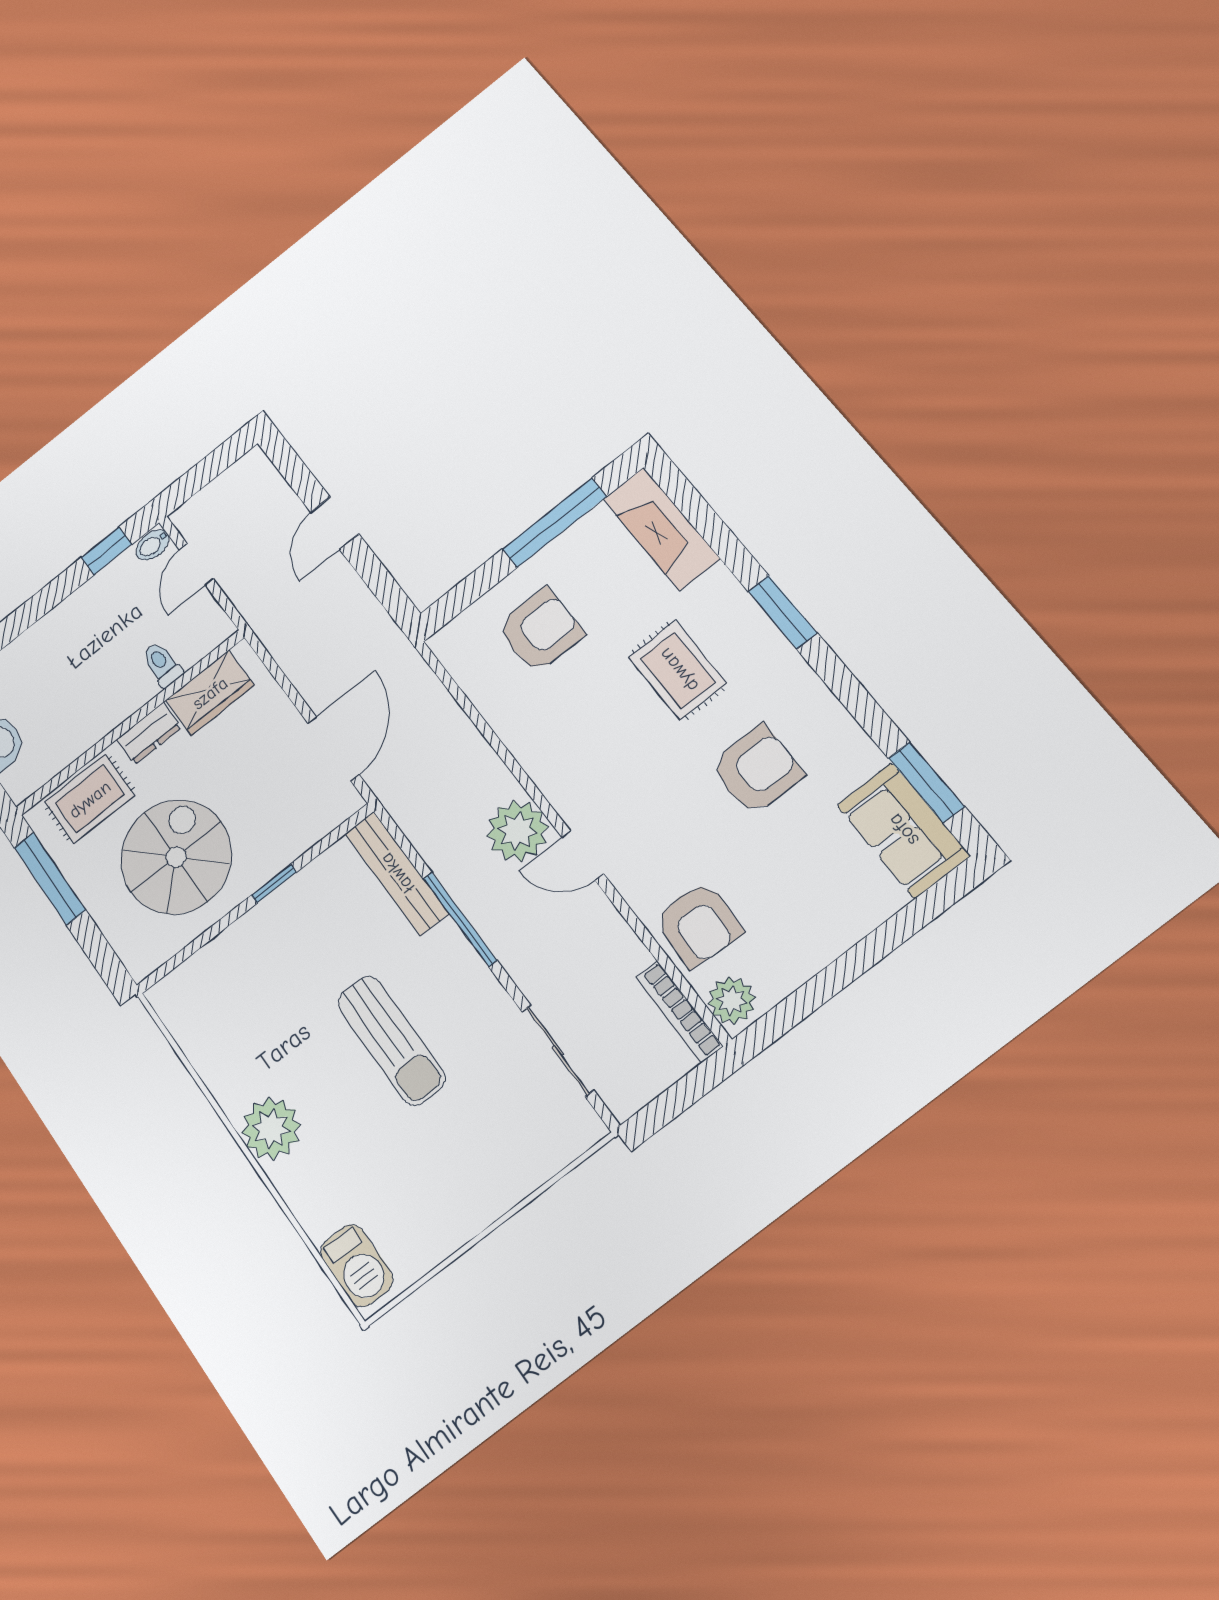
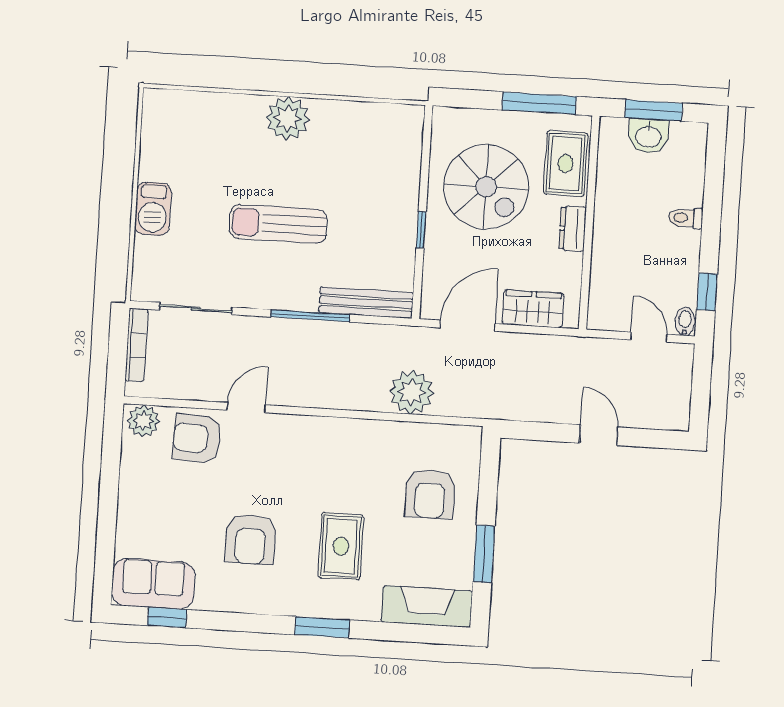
window: (555, 523) -> (484, 554), width x0.69
toilet: (162, 664) -> (686, 218), moved, turned 180
rug: (678, 670) -> (341, 546), turned 90
wardrobe: (210, 693) -> (533, 309), moved, turned 90
door: (333, 749) -> (468, 326), swing flipped
window: (926, 782) -> (167, 618), width x0.67
plant: (517, 831) -> (411, 392), moved
door: (583, 855) -> (246, 408), moved
bookcase: (679, 1012) -> (136, 345), moved, turned 90
barbecue: (357, 1266) -> (153, 209), moved, turned -90

